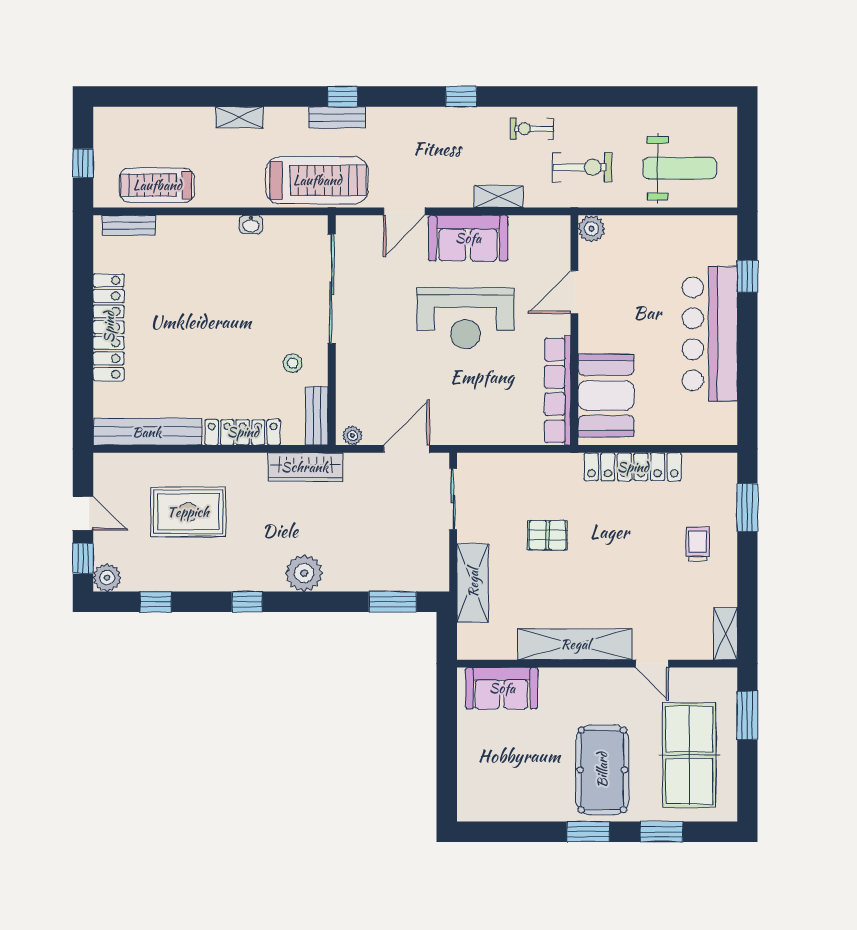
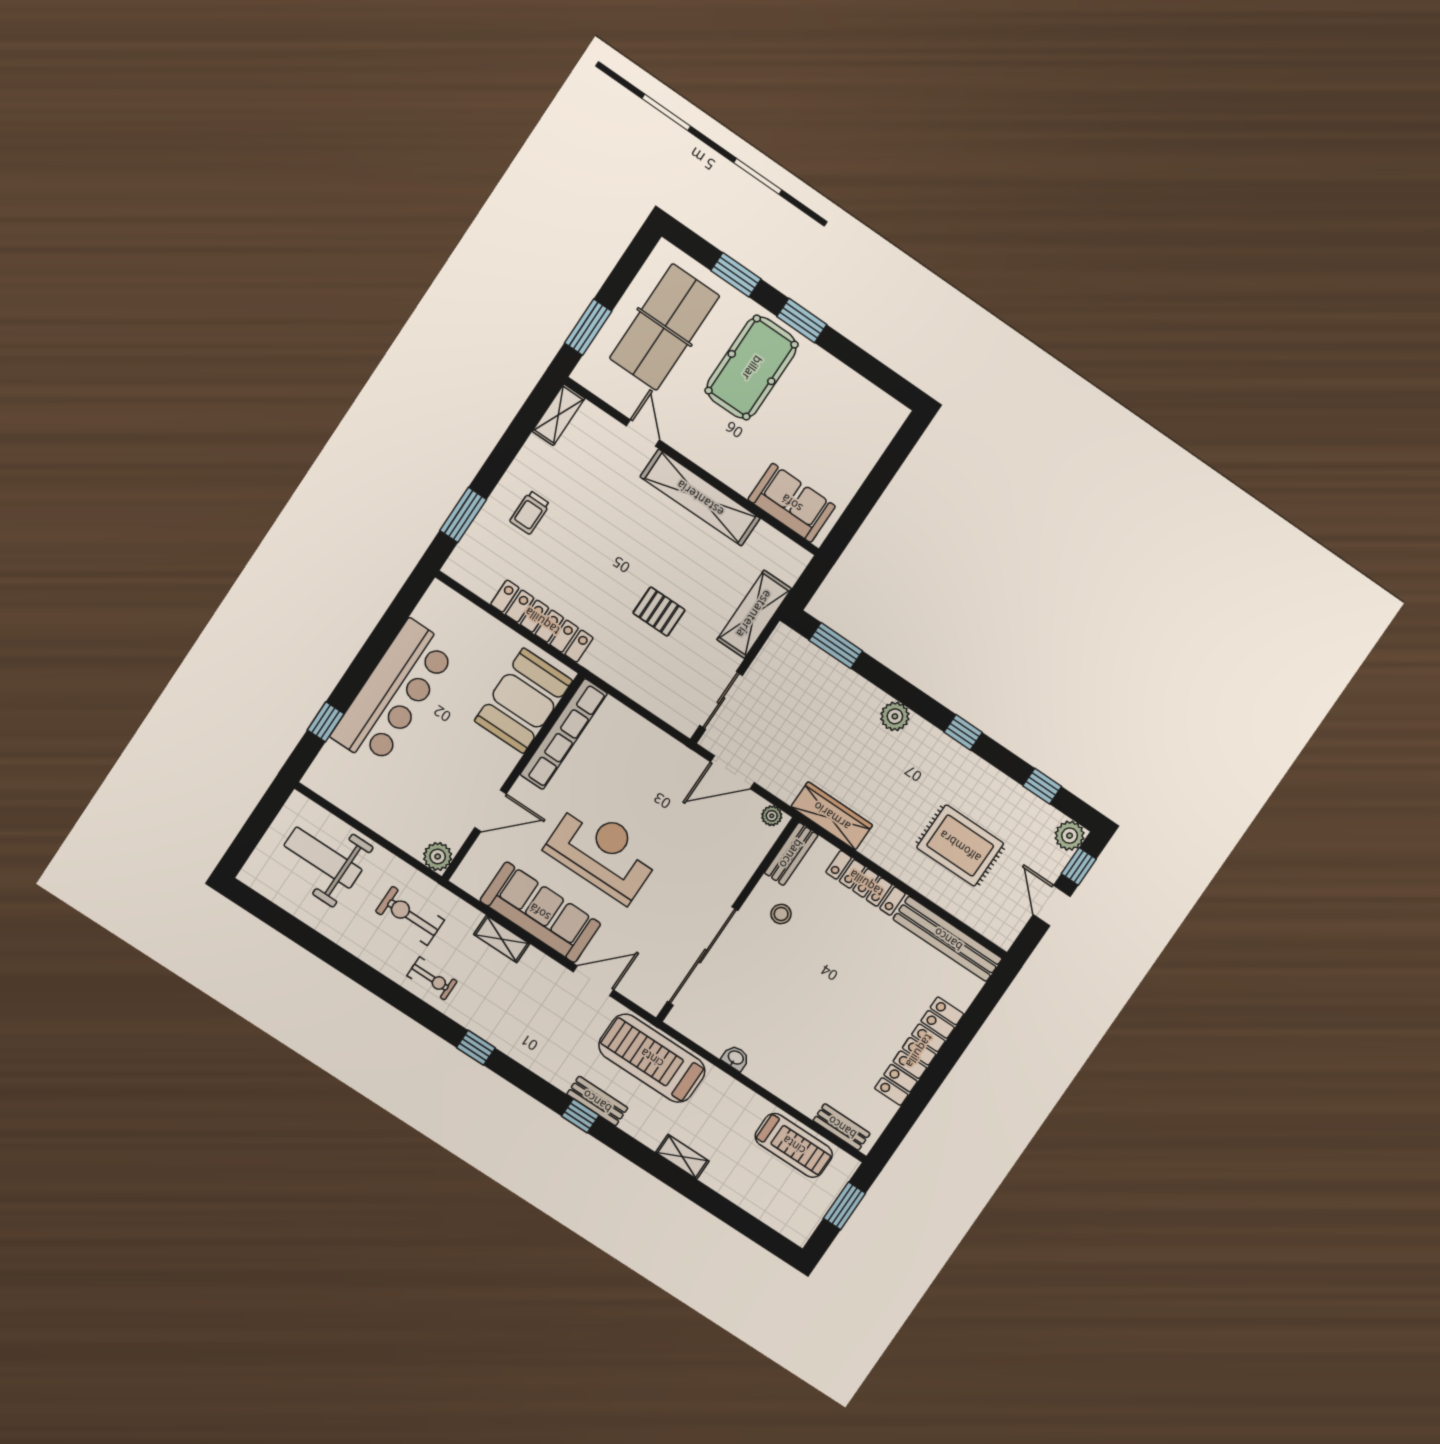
window: (83, 163) -> (844, 1206), width x1.50
sofa: (468, 238) -> (540, 912), width x1.36
plant: (304, 573) -> (895, 716), width x0.73, depth x0.73

